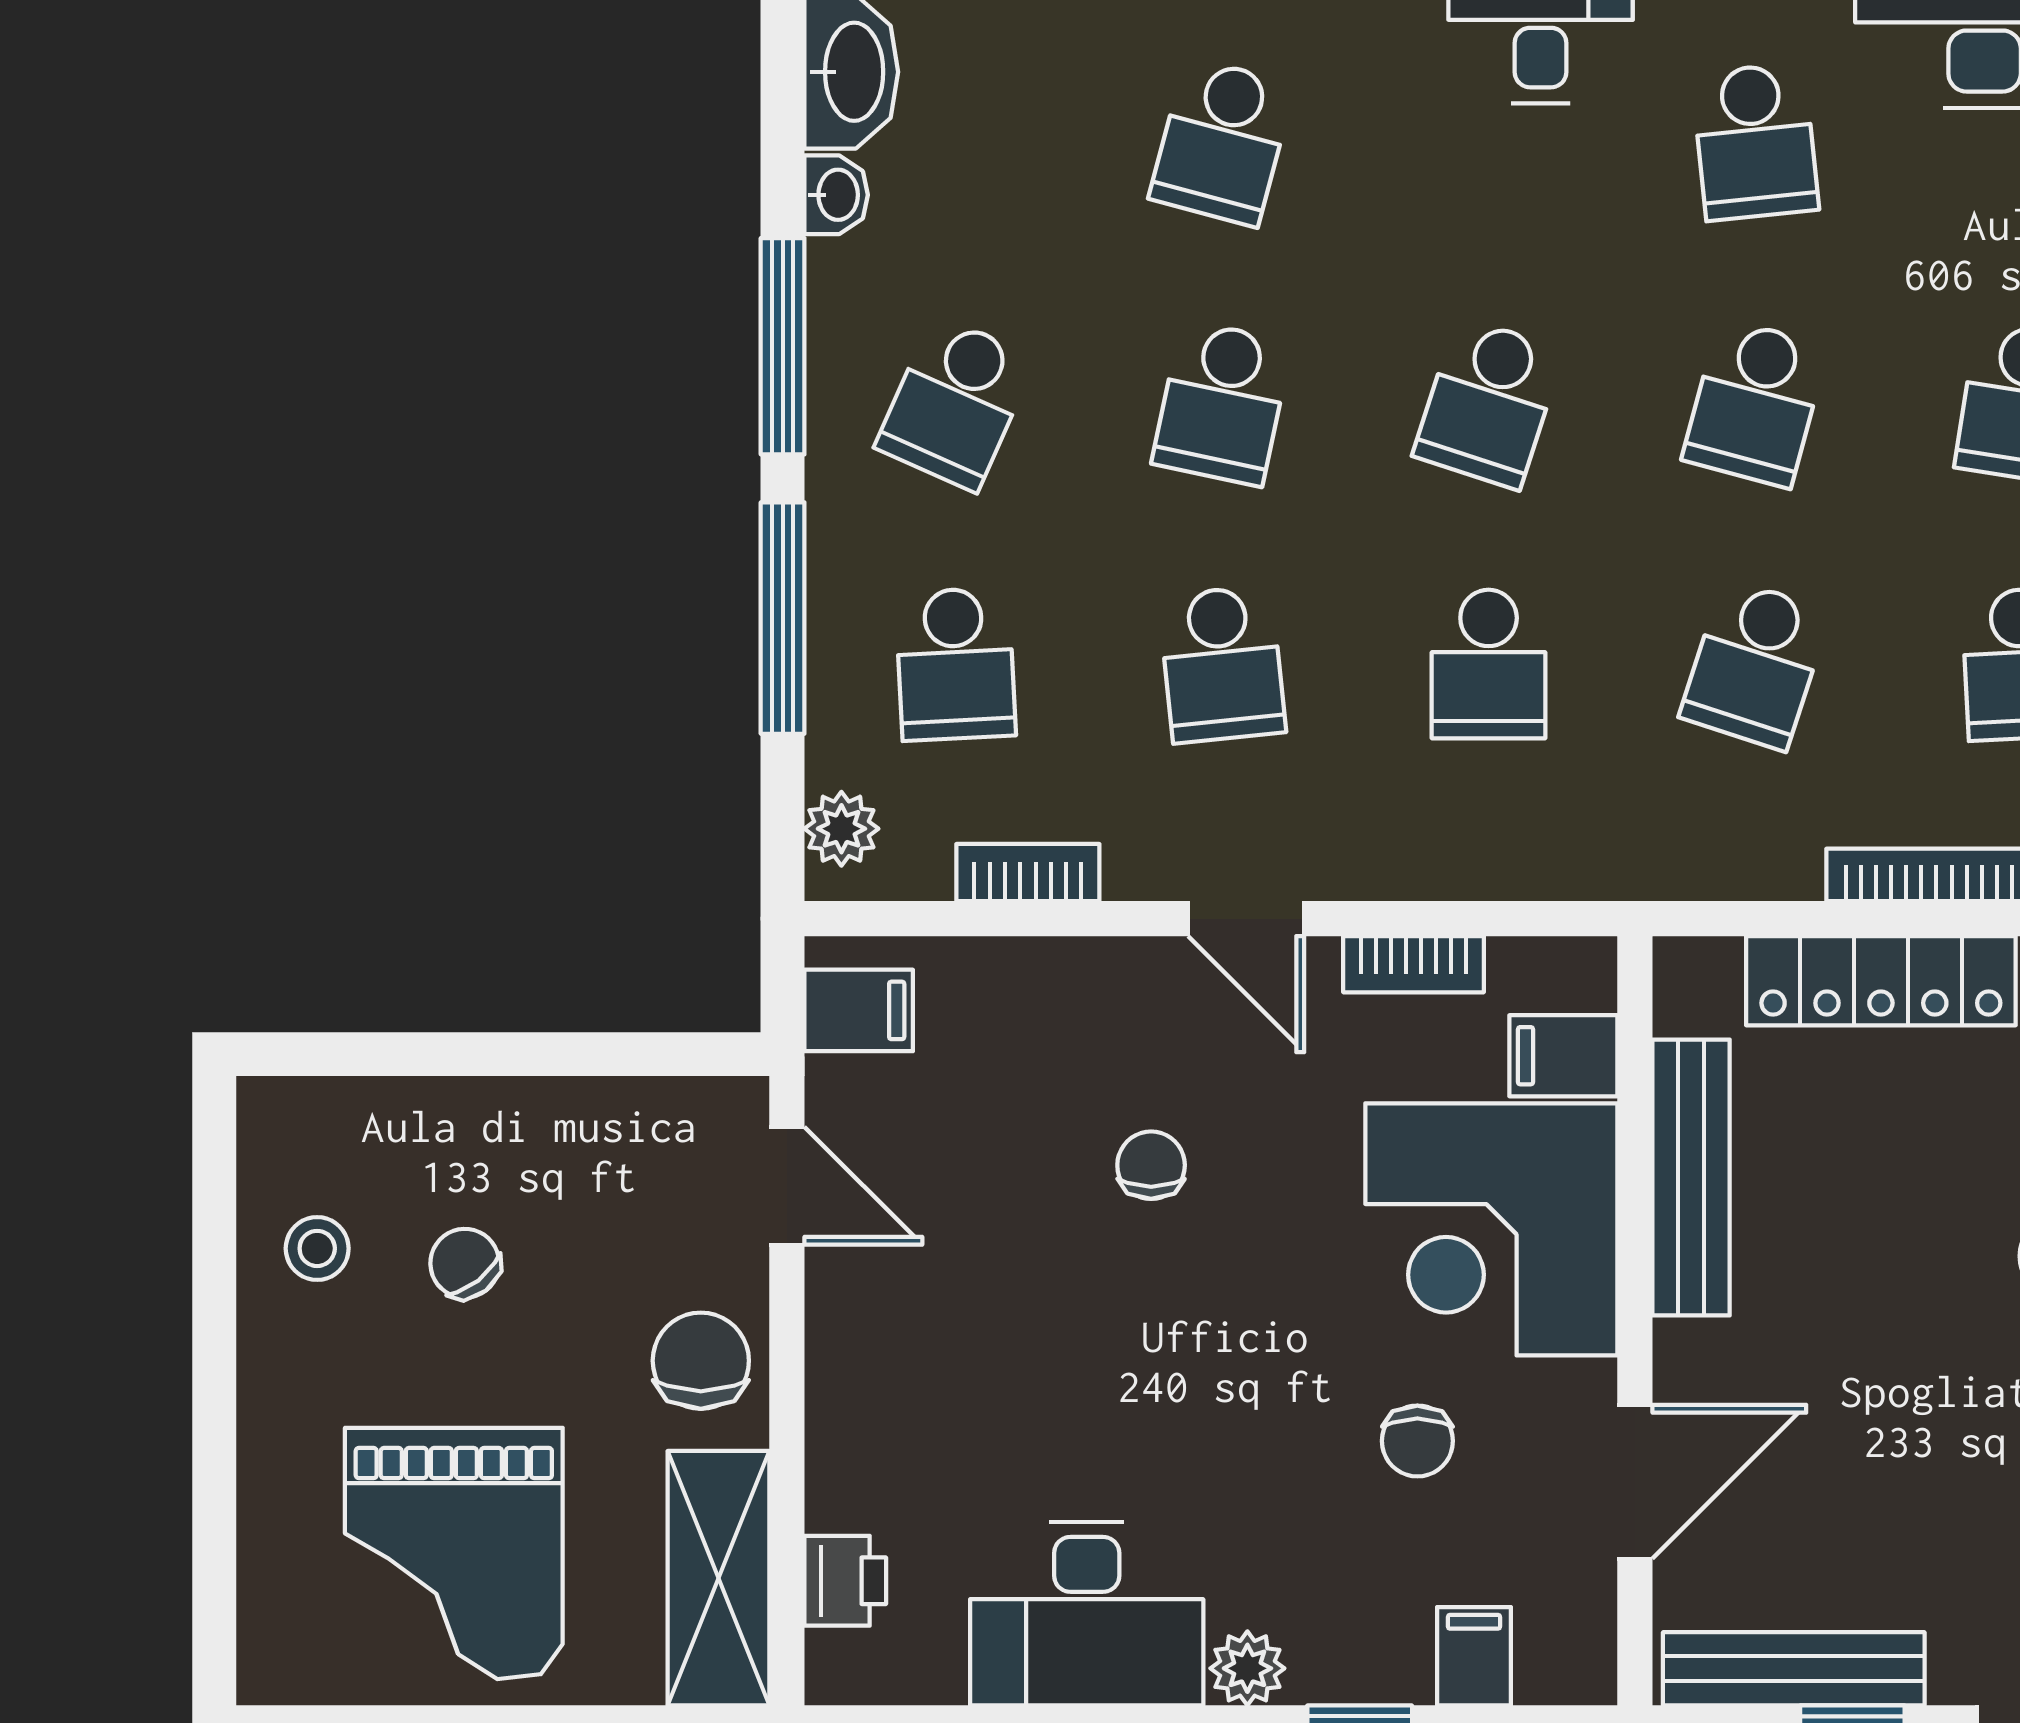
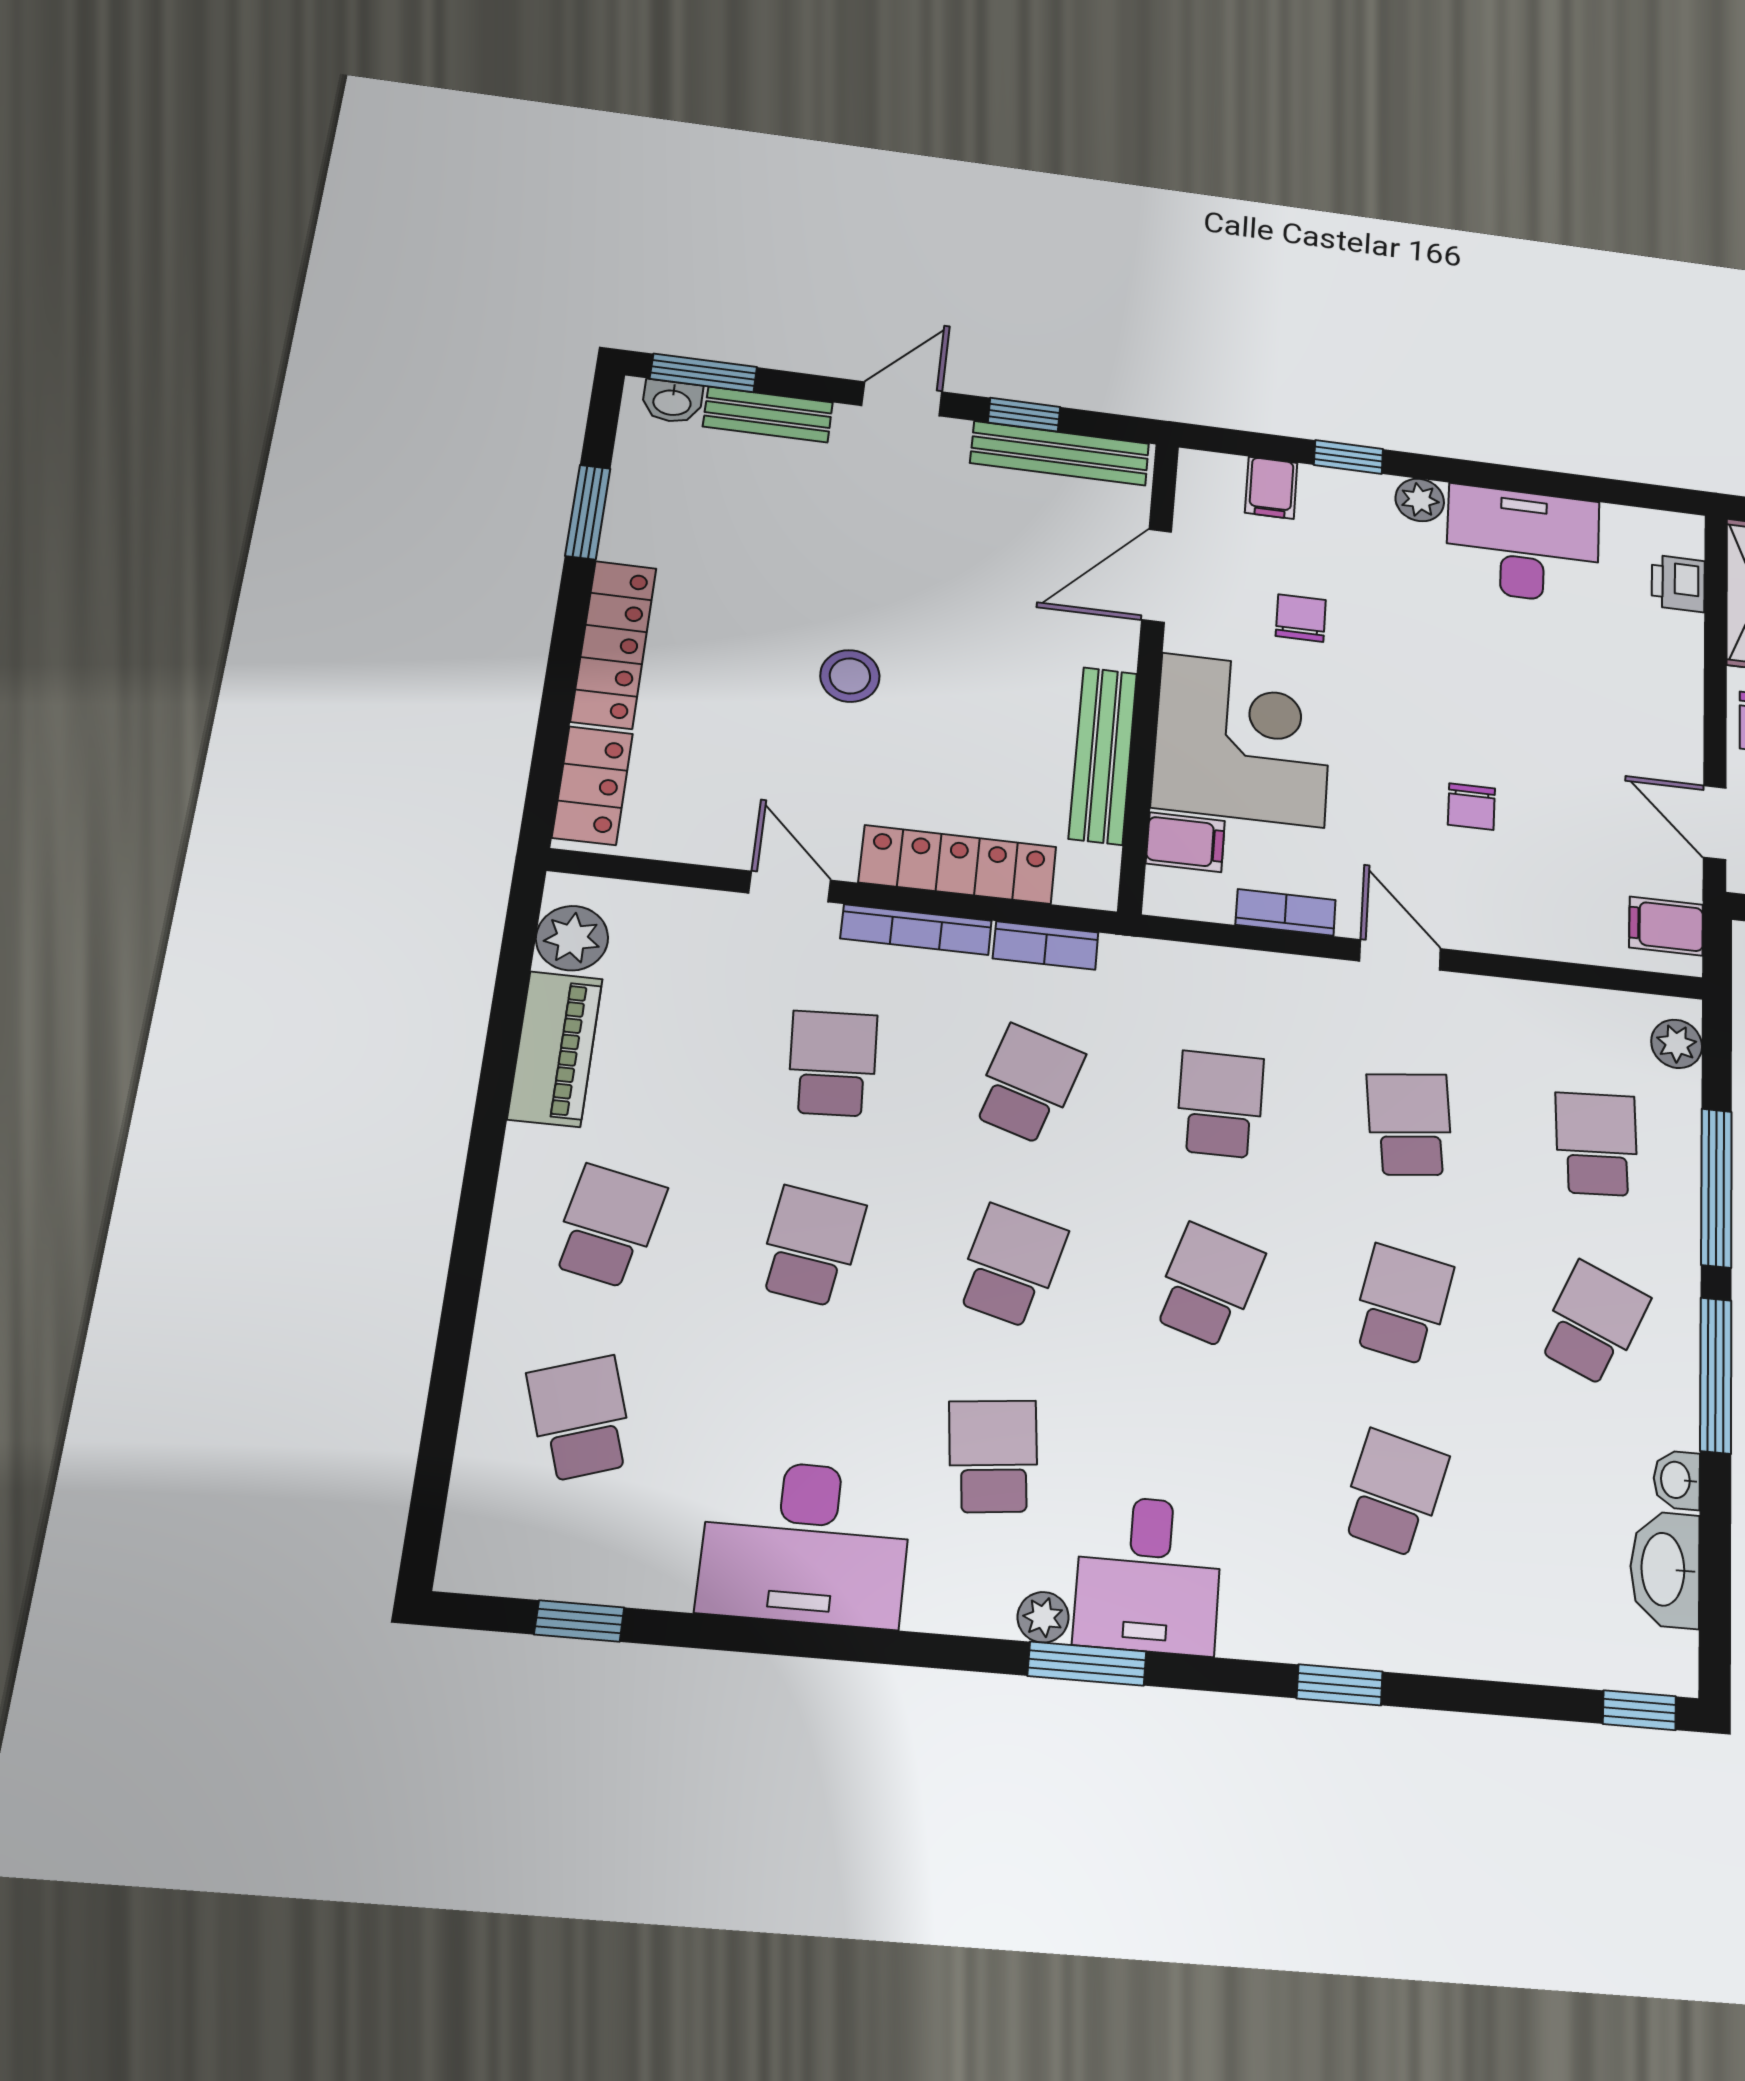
bookcase: (1028, 873) -> (1046, 946), moved

